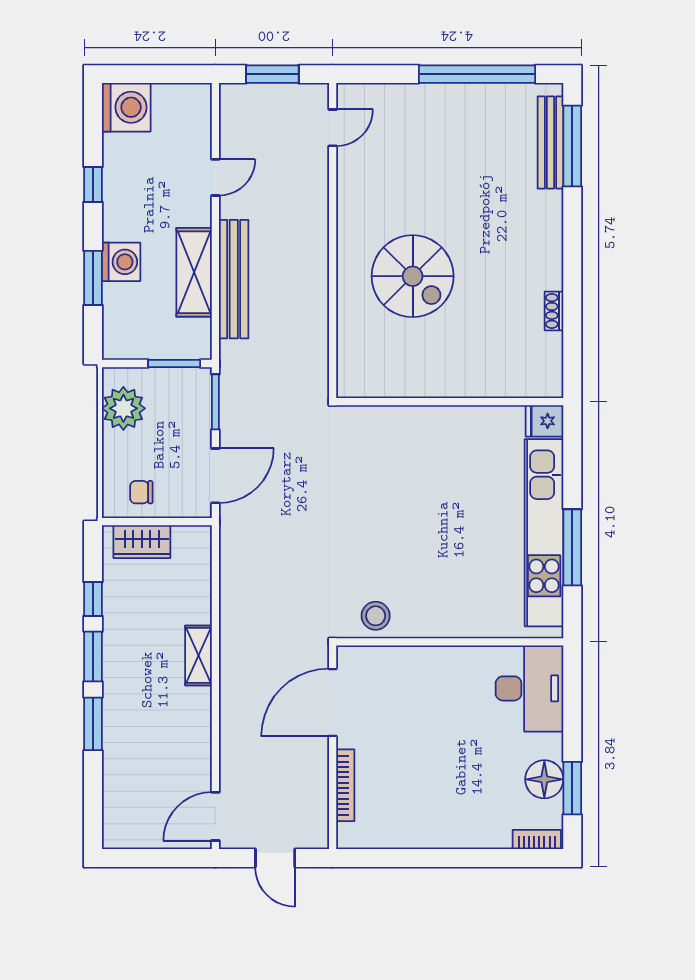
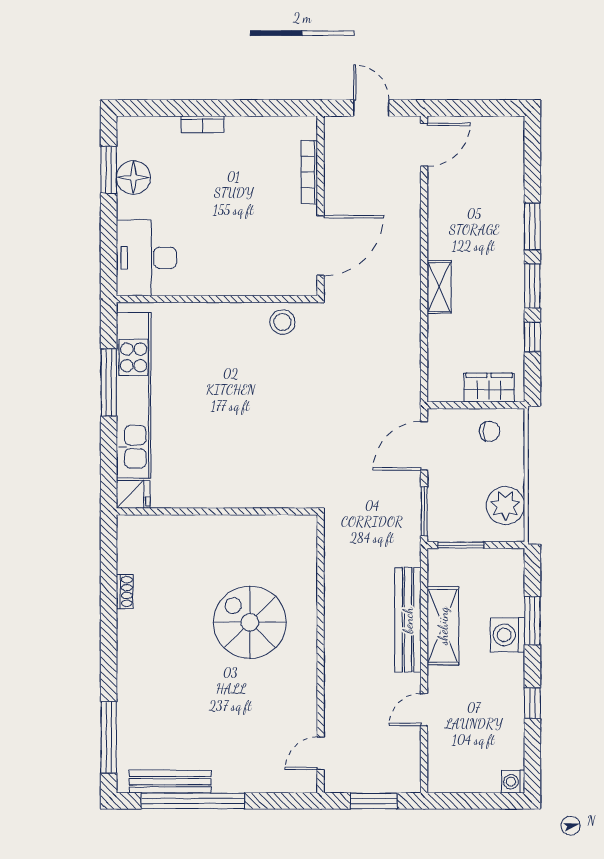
washing machine: (126, 107) -> (513, 782), width x0.53, depth x0.53
bench: (550, 142) -> (170, 782), moved, turned 90
bookcase: (537, 840) -> (202, 124), moved

